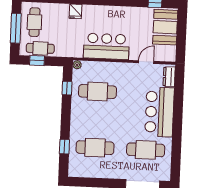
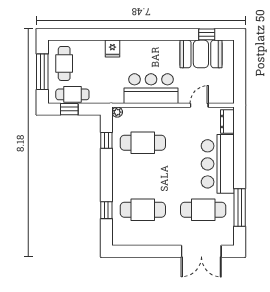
booth: (165, 27) -> (201, 54), moved, turned 90
window: (176, 149) -> (240, 208), added

